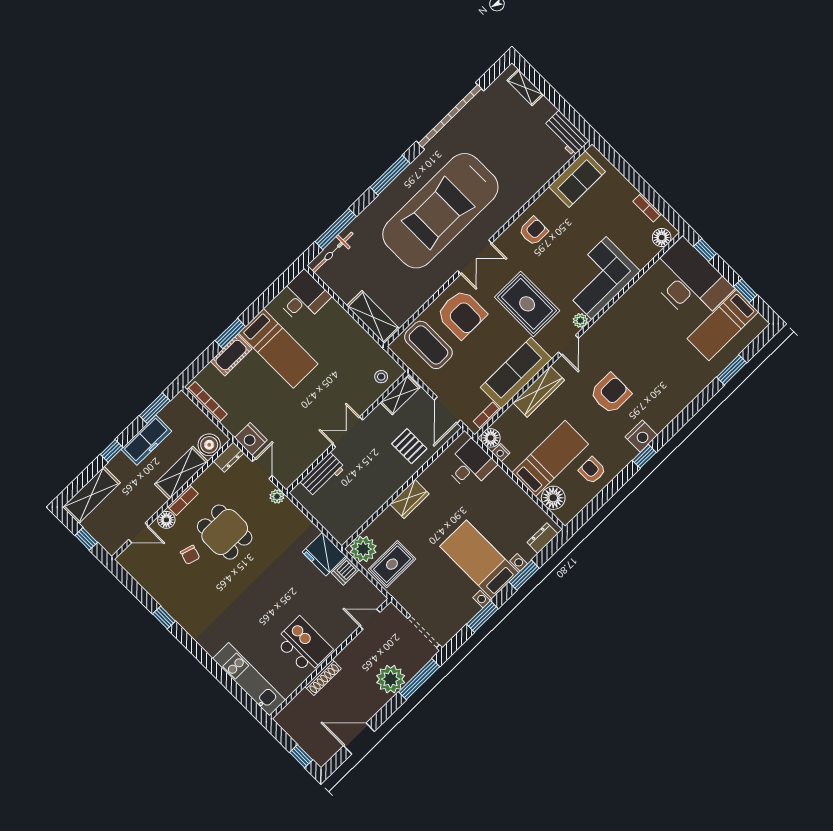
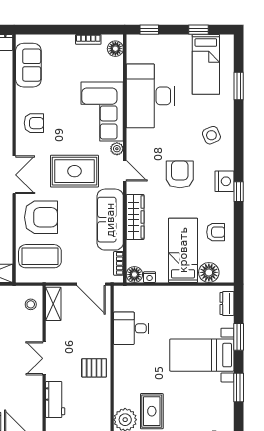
armchair: (534, 231) -> (34, 123), turned 90
desk: (689, 282) -> (150, 96), moved, turned -90
side table: (669, 388) -> (211, 135), added
pallet: (409, 446) -> (94, 368), moved
desk: (470, 465) -> (131, 328), moved, turned -90
armchair: (592, 470) -> (216, 232), turned 180
wardrobe: (409, 499) -> (123, 361), removed

